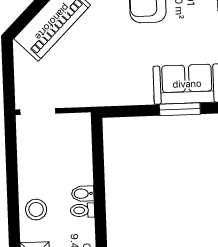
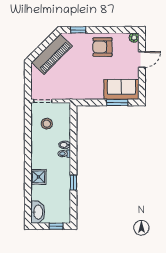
stool: (36, 210) -> (47, 124), moved

